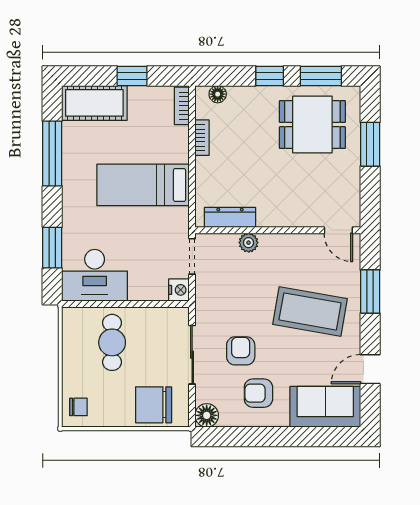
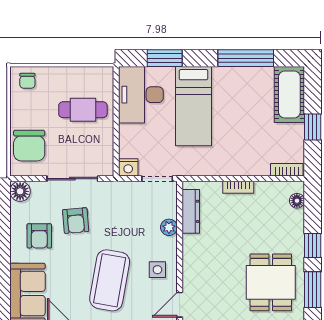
bookcase: (202, 138) -> (238, 187), moved
bed: (143, 185) -> (193, 106), moved, turned 180
side table: (298, 256) -> (157, 270), added
armchair: (241, 351) -> (76, 221), turned 85
armchair: (258, 393) -> (39, 236), turned 180
chair: (154, 405) -> (29, 146), turned 180

